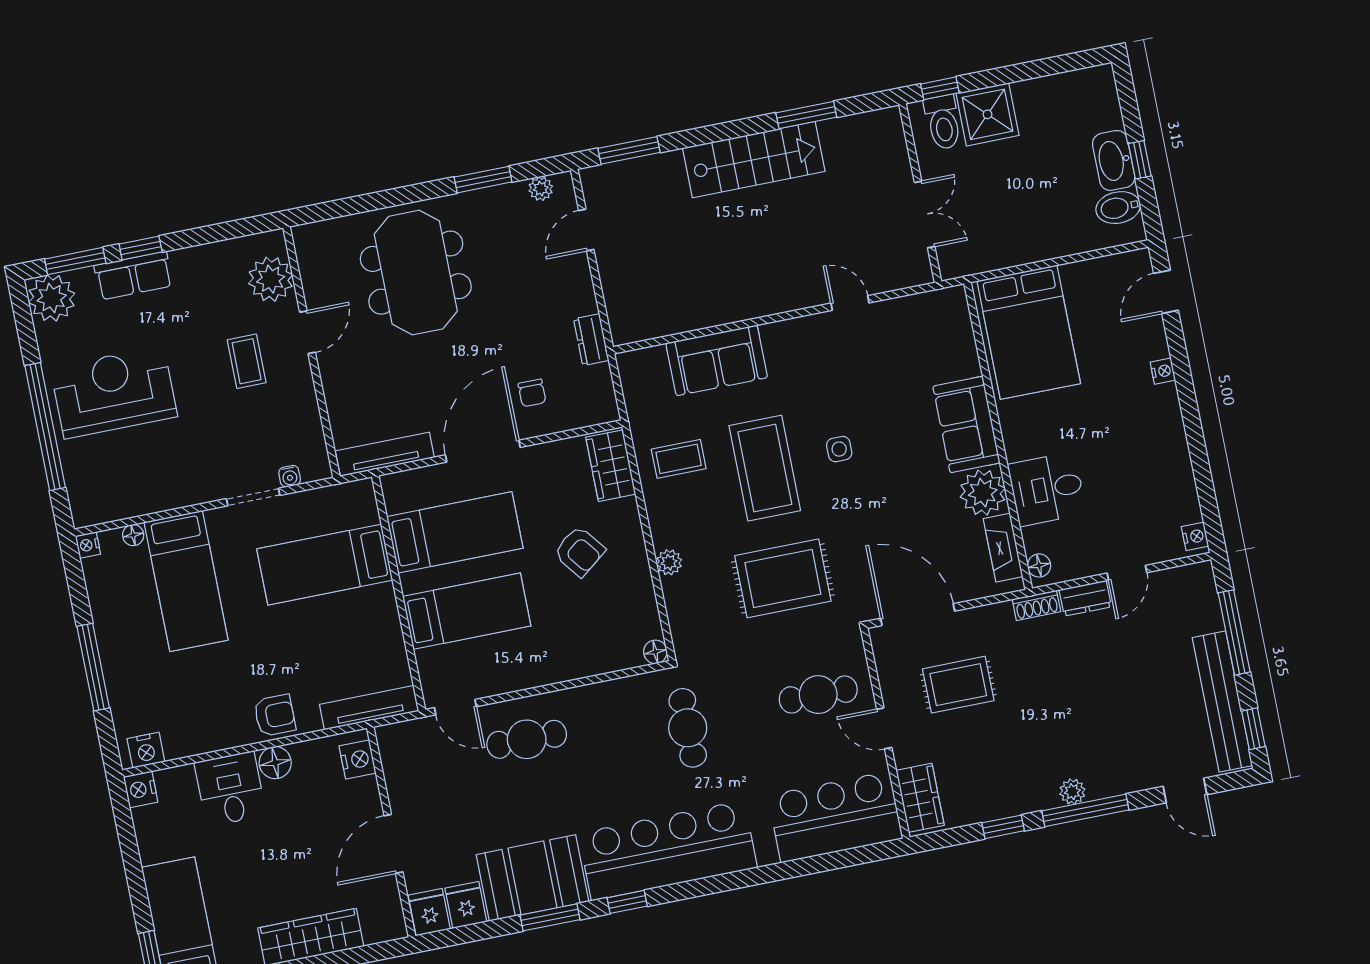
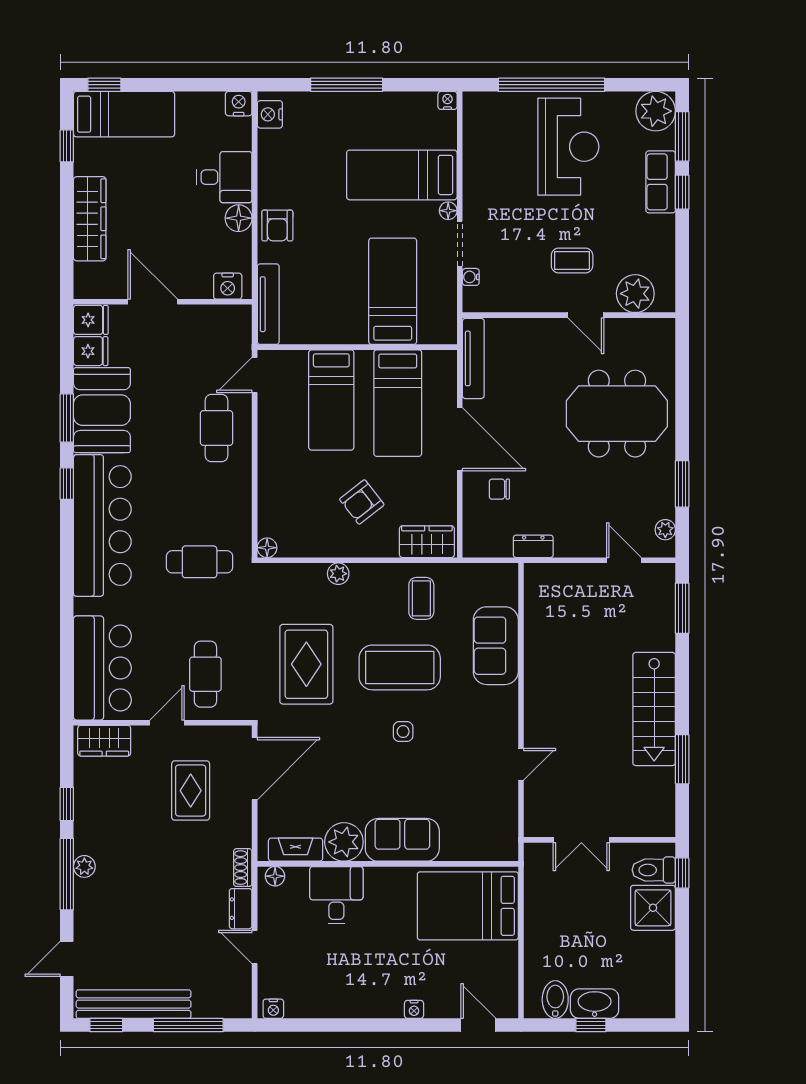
floor lamp: (133, 535) -> (448, 211), moved

